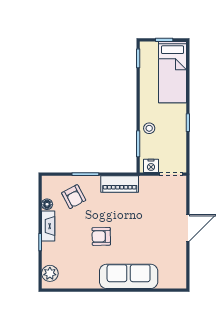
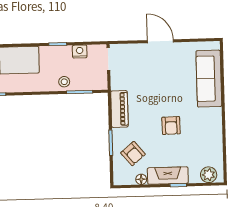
nightstand: (151, 166) -> (80, 51), moved, turned -90
armchair: (74, 197) -> (133, 154), turned 78
fireplace: (48, 226) -> (168, 176), width x1.37, depth x1.32
sofa: (129, 276) -> (209, 79), moved

